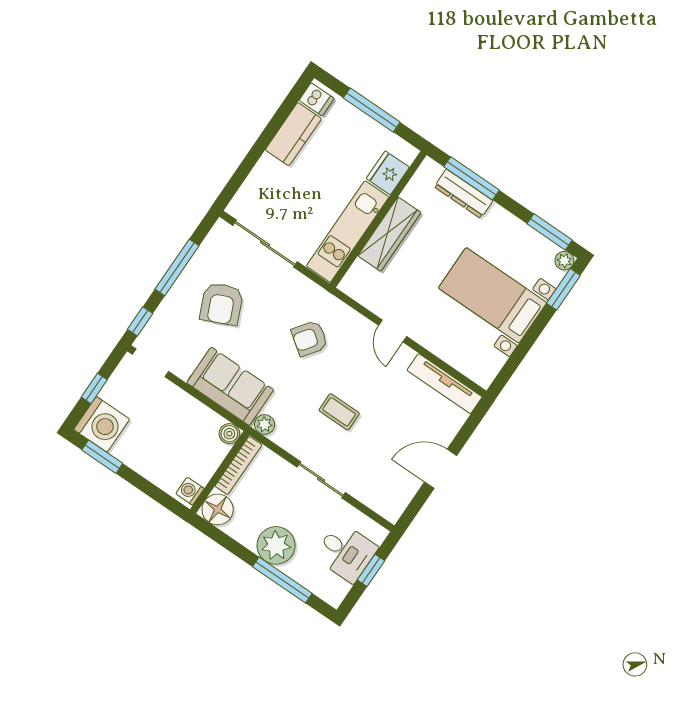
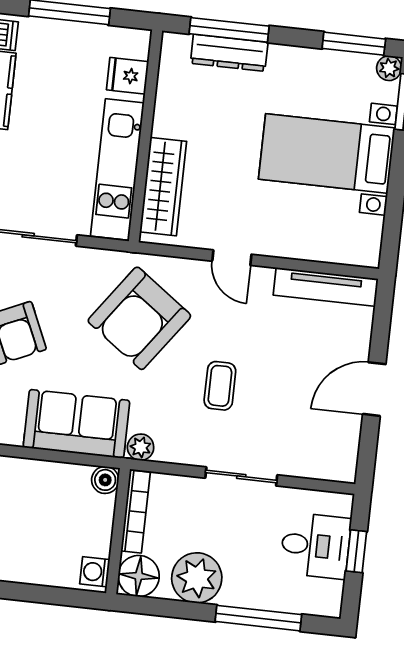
fridge: (388, 173) -> (128, 76), width x0.72
wardrobe: (389, 234) -> (163, 187), moved
armchair: (310, 338) -> (139, 318), width x1.88, depth x1.88
coffee table: (339, 412) -> (220, 386), turned 90
plant: (276, 545) -> (197, 578), moved

